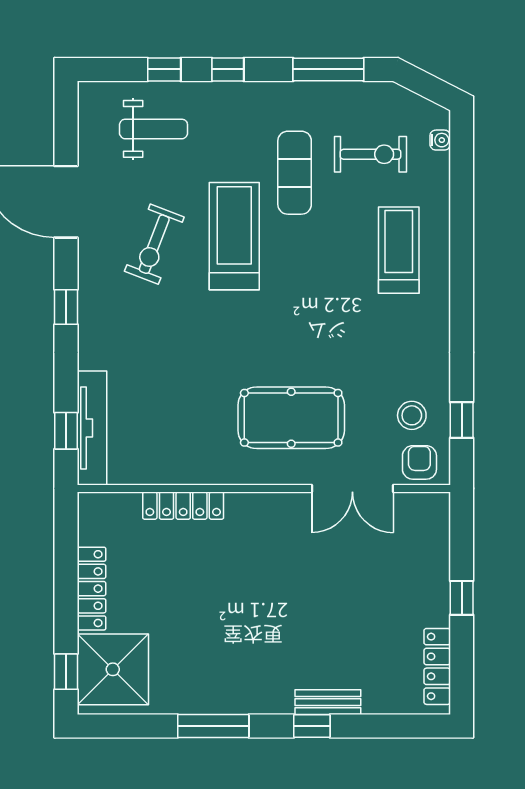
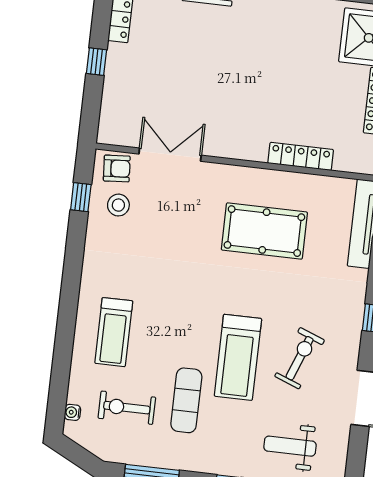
pool table: (291, 418) -> (264, 231), moved
armchair: (419, 462) -> (117, 168), turned -94

